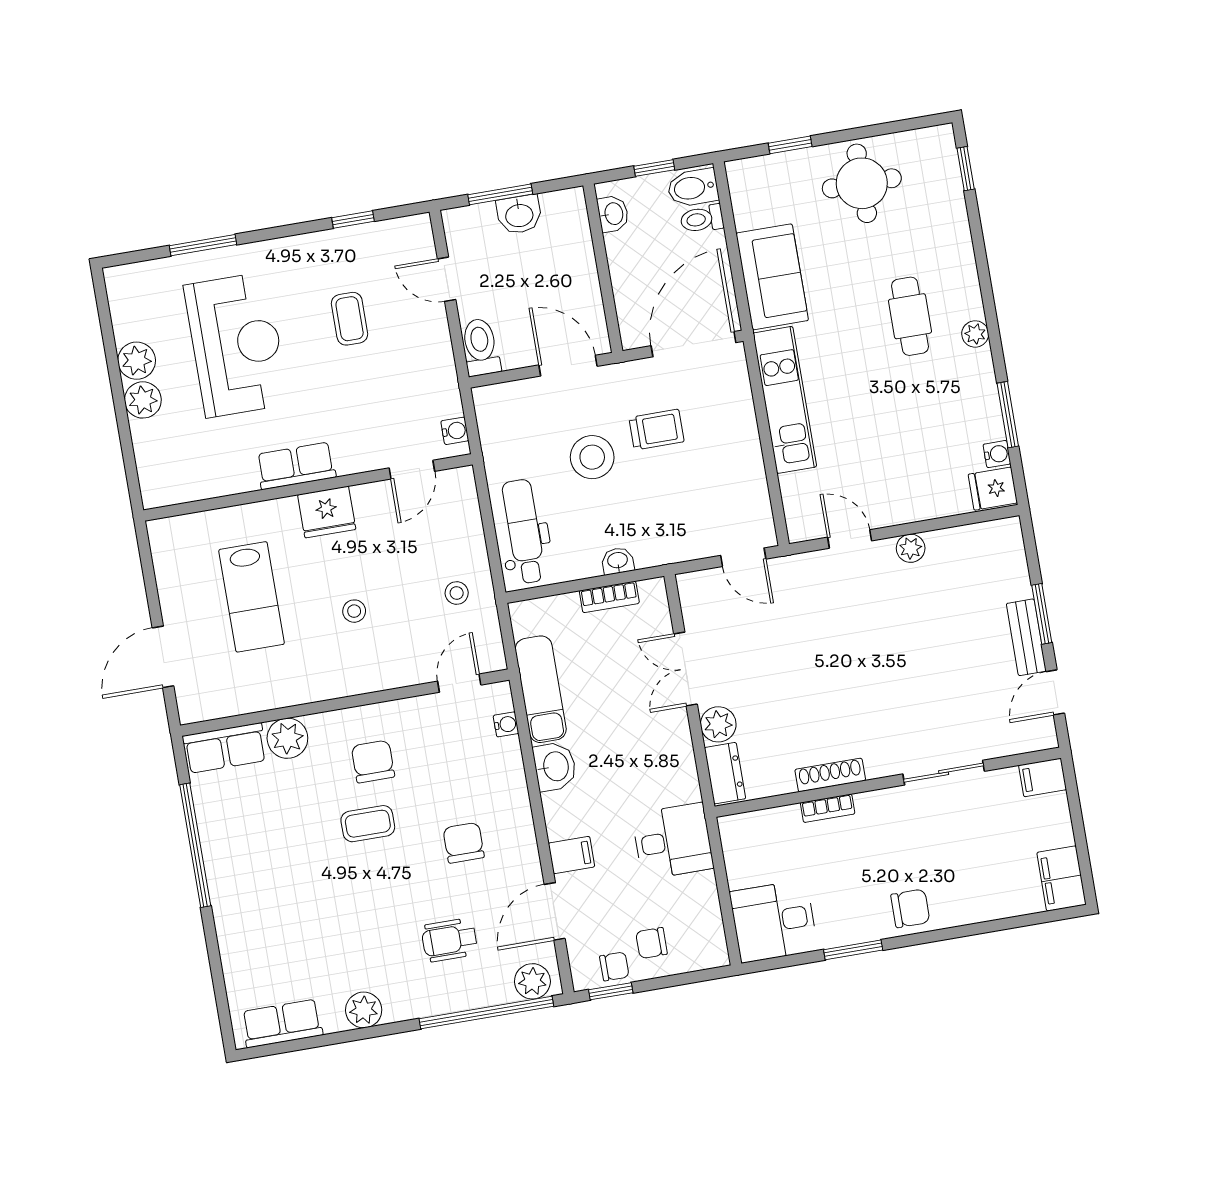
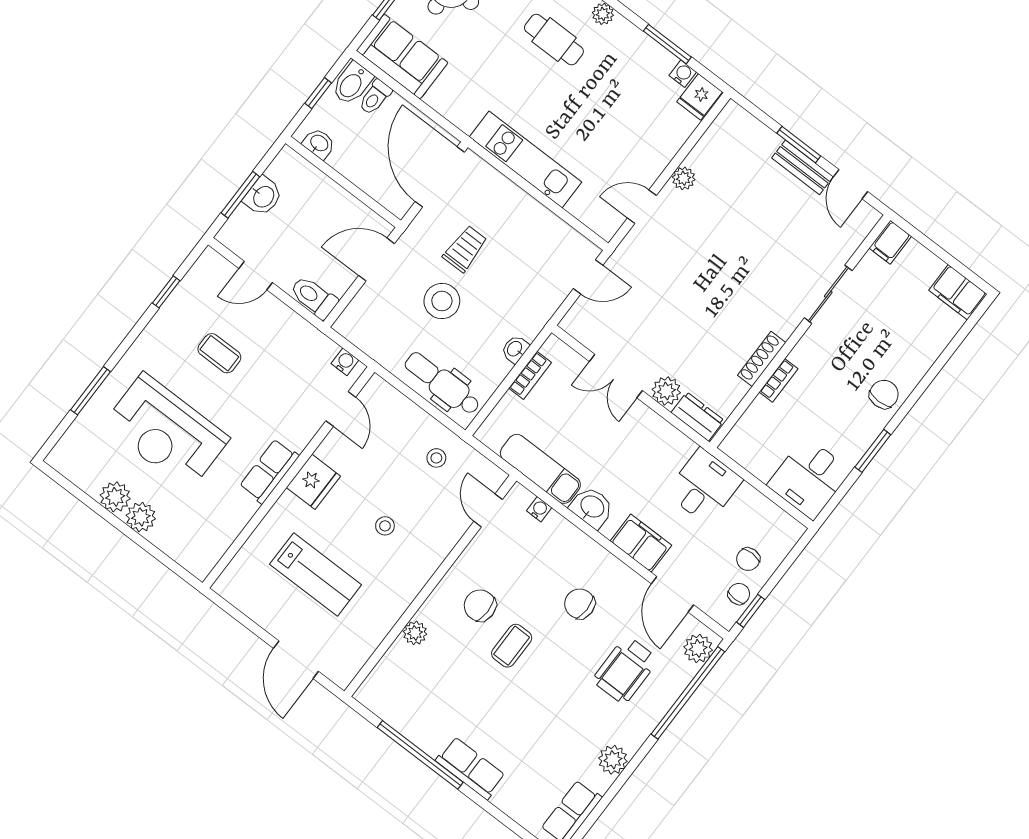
sofa: (772, 277) -> (402, 57), moved
reception desk: (236, 345) -> (166, 432), turned 180
plant: (287, 738) -> (415, 633), width x0.73, depth x0.73
row of seats: (225, 748) -> (471, 768), moved, turned -90
filing cabinet: (572, 855) -> (641, 543), width x2.00
wheelchair: (449, 940) -> (625, 670), width x1.36, depth x1.37

